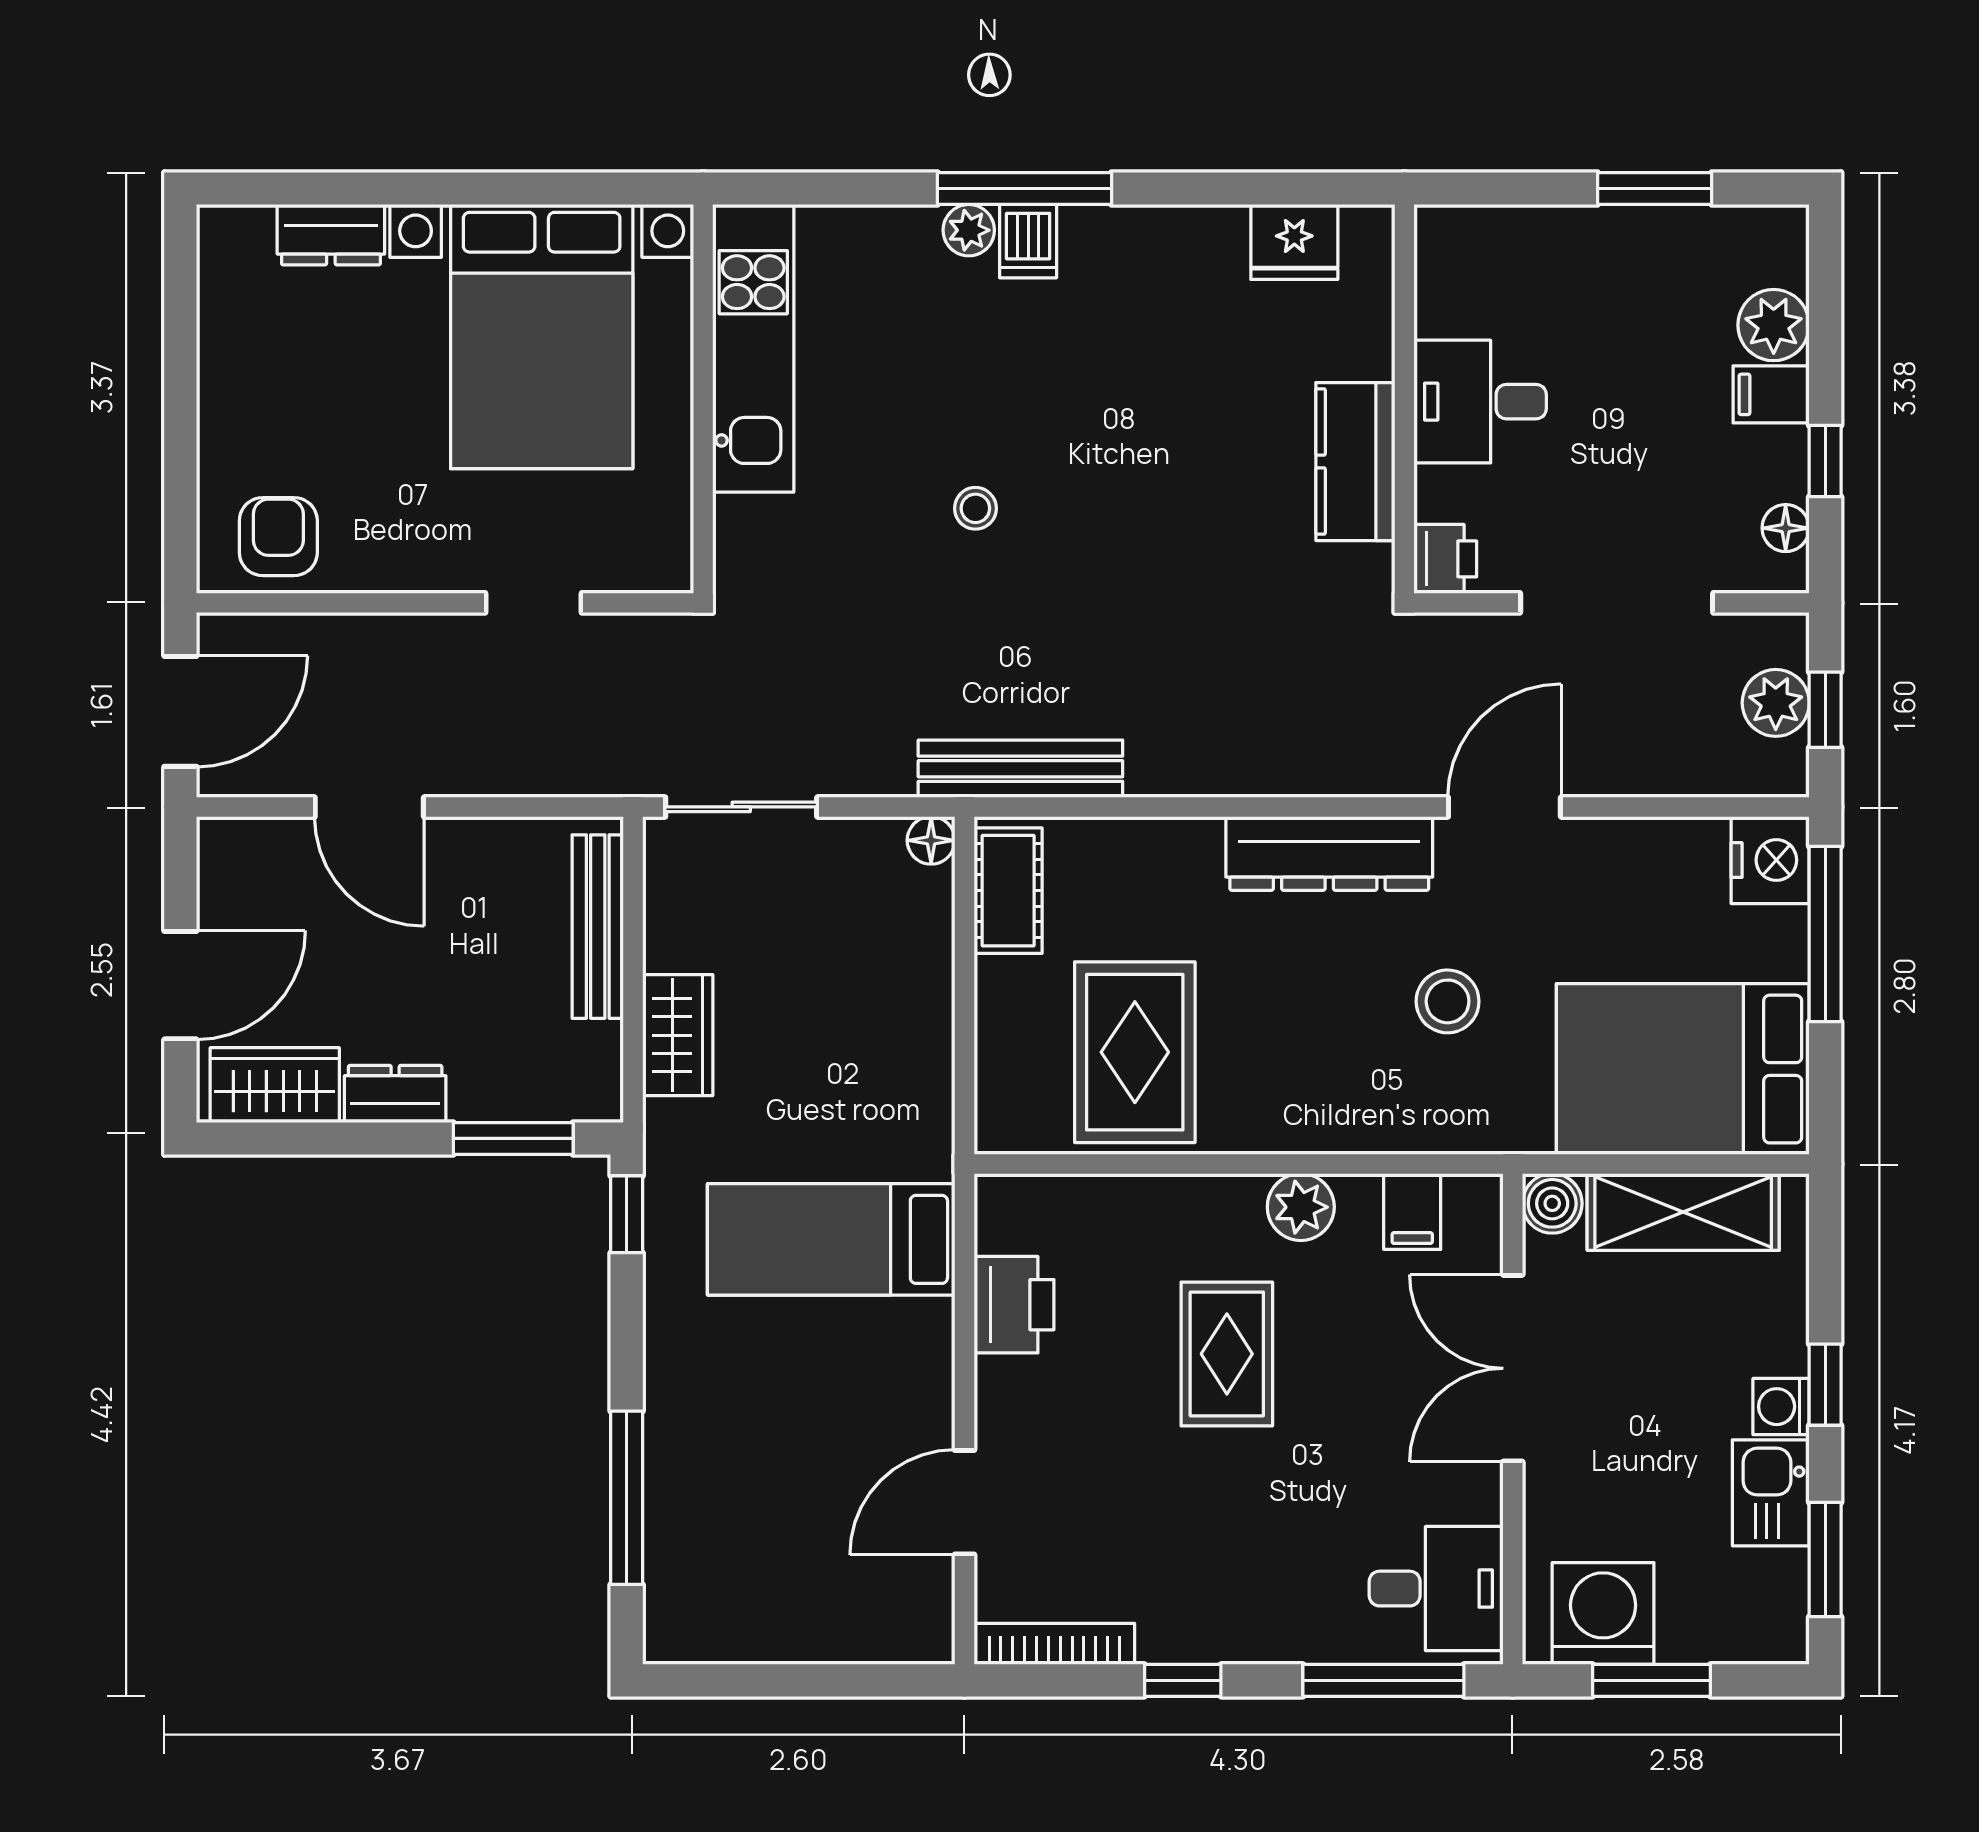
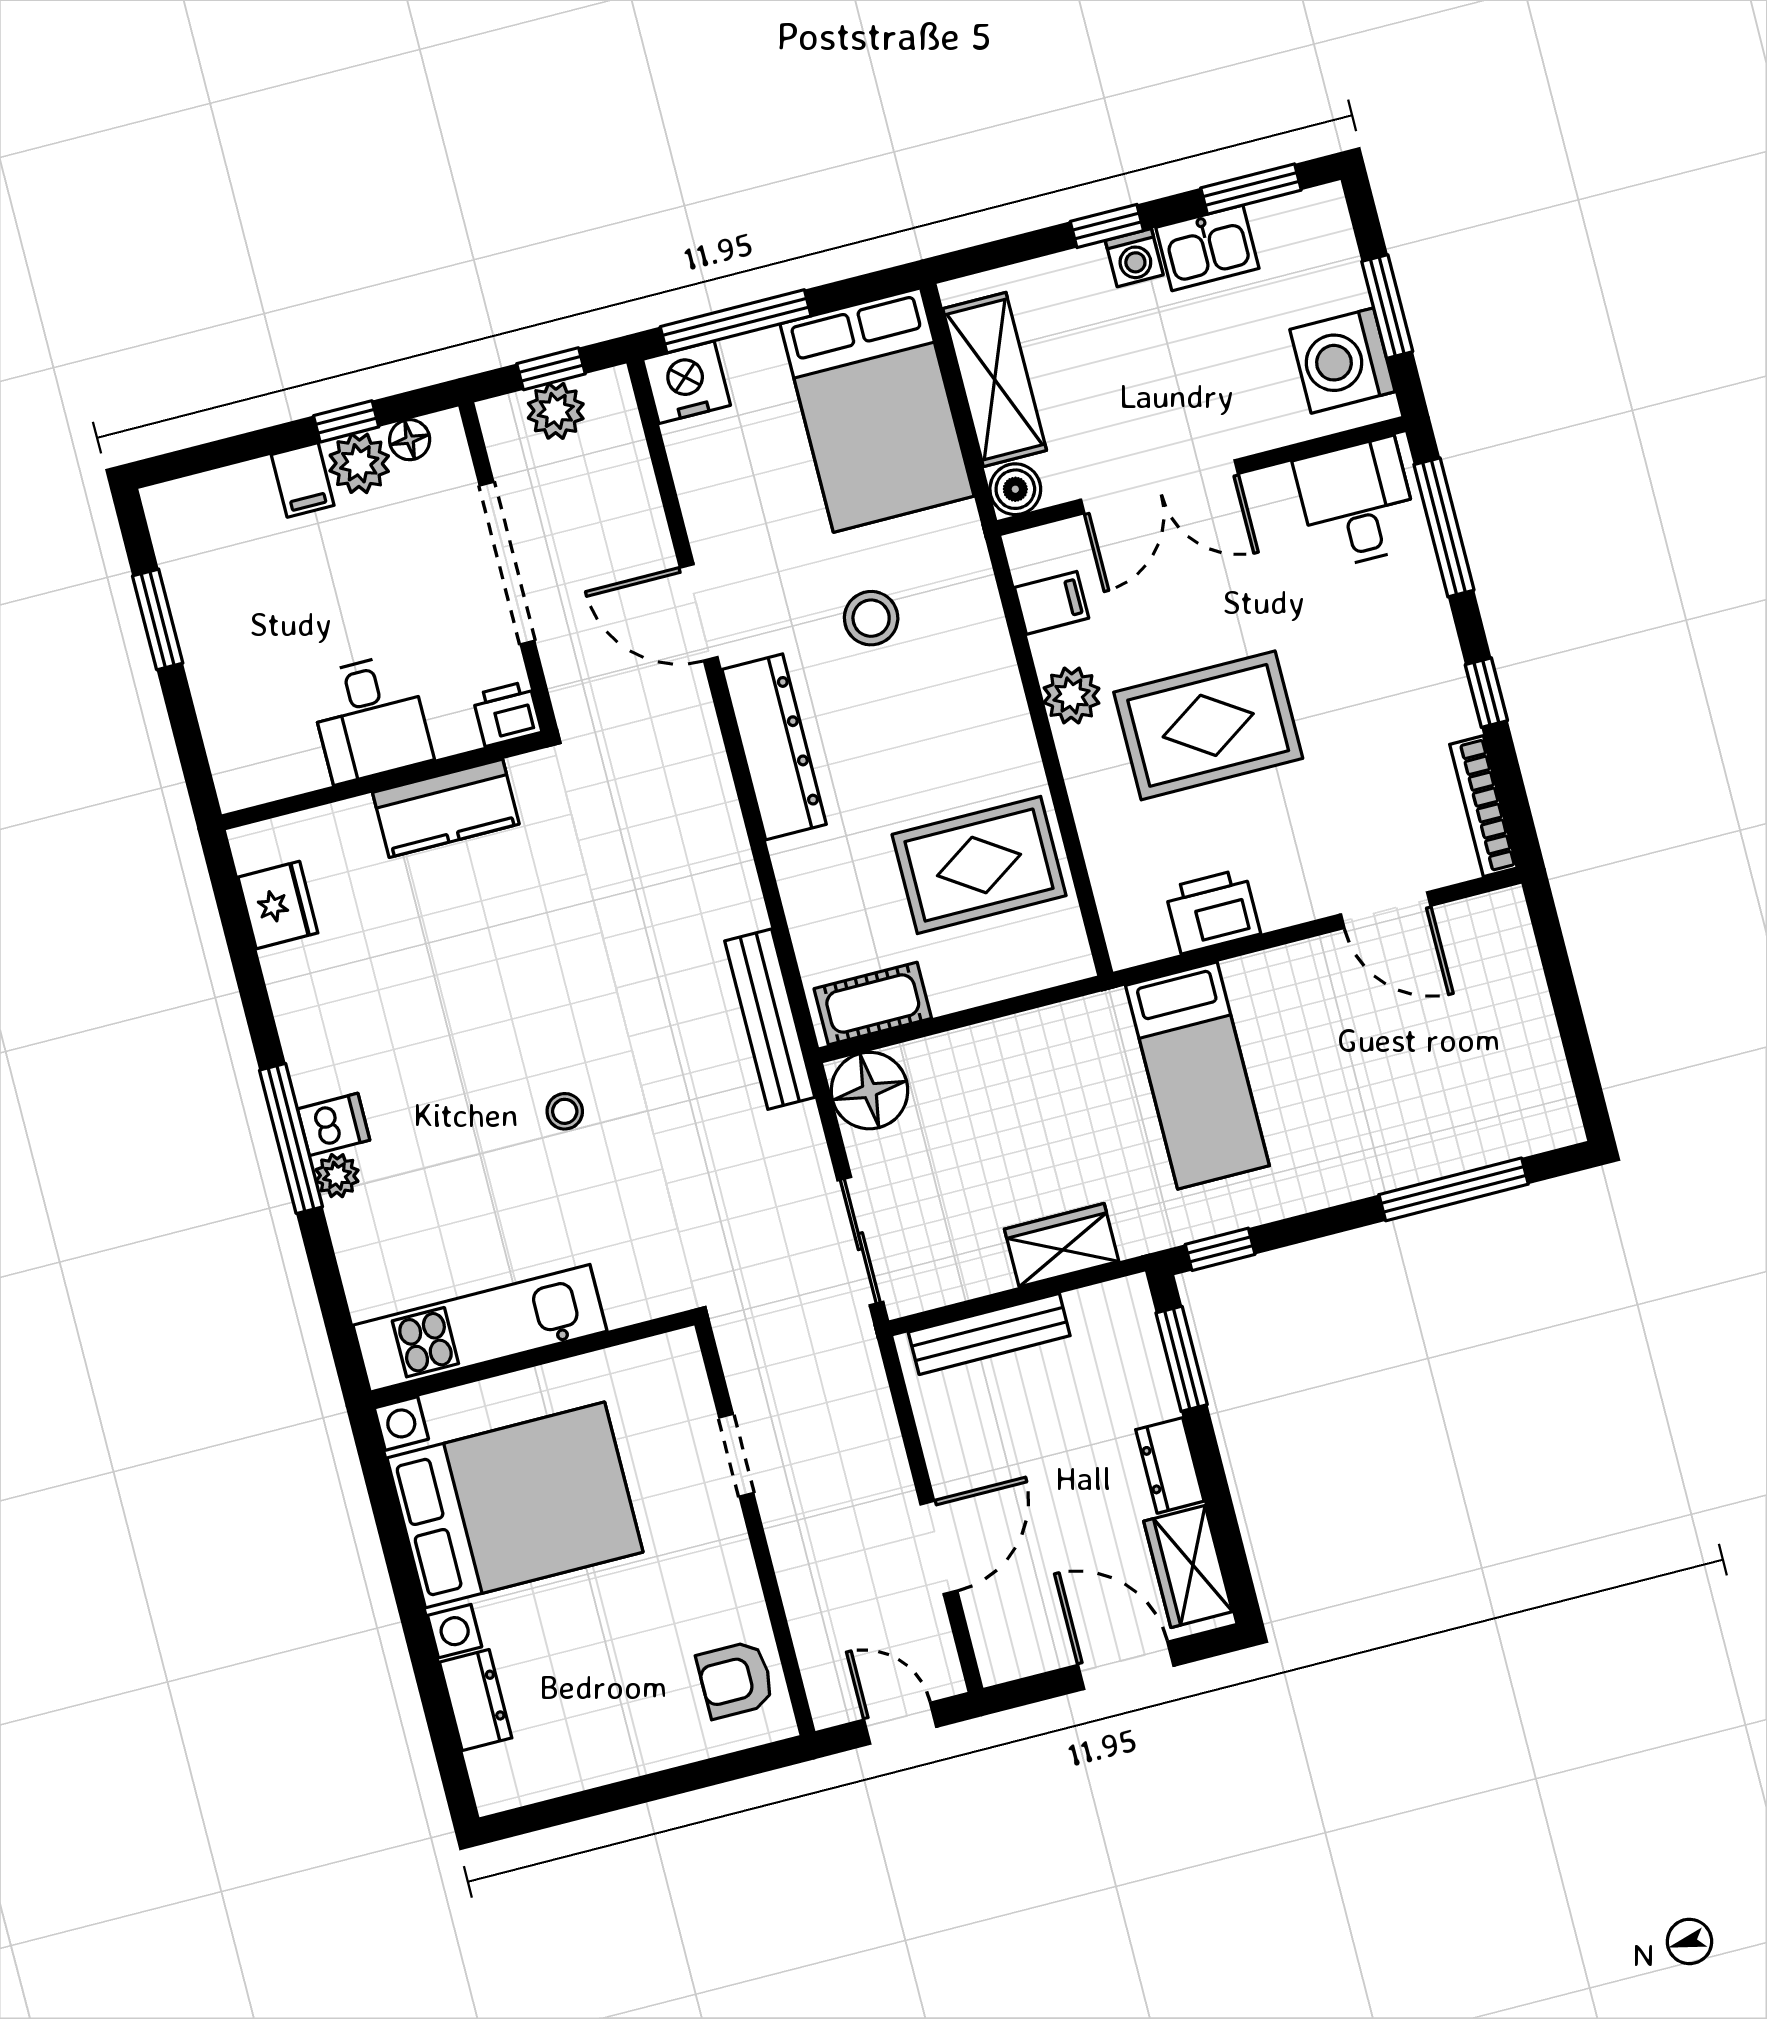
plant: (1774, 325) -> (359, 463), moved
door: (180, 711) -> (900, 1723), width x0.73
floor lamp: (931, 840) -> (870, 1091), width x1.89, depth x1.89
rug: (1227, 1354) -> (1208, 725), width x1.36, depth x1.43

